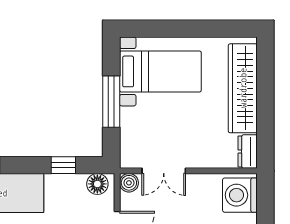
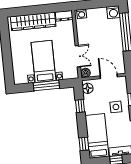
bed with nightstands: (160, 71) -> (44, 61), moved
washing machine: (240, 195) -> (82, 14), width x0.53, depth x0.53

